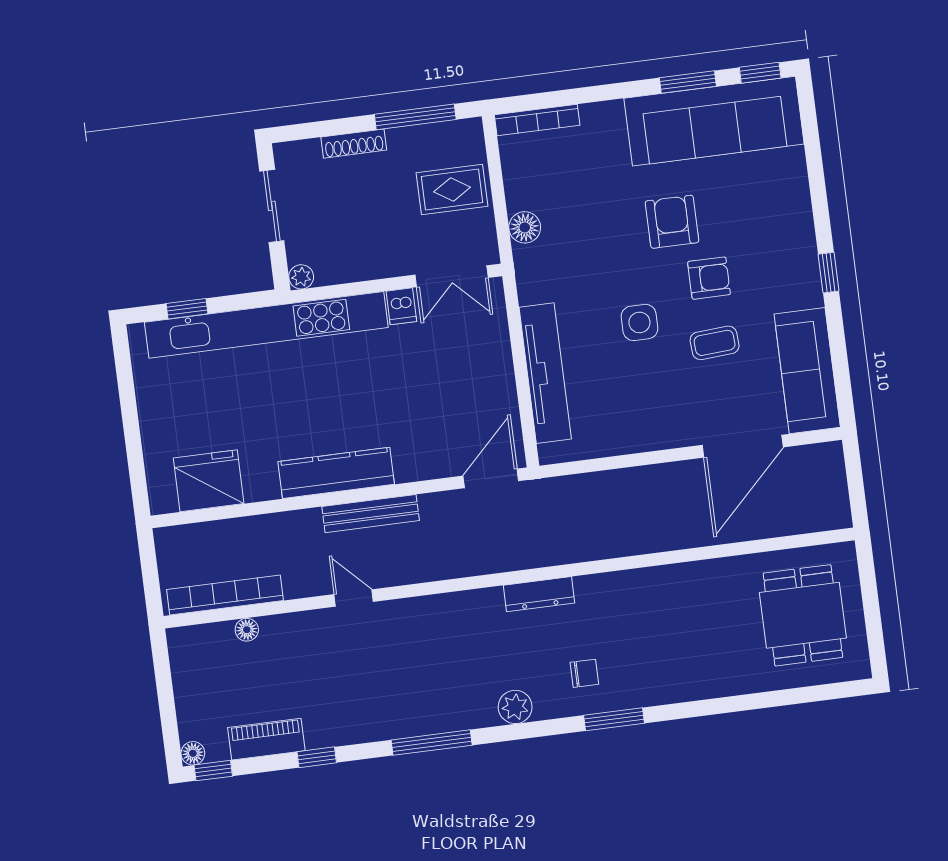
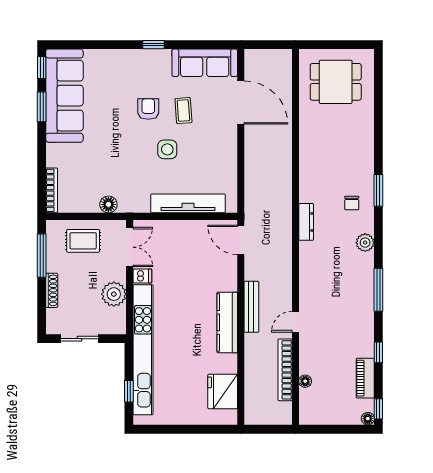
rug: (452, 190) -> (83, 241), turned 90
armchair: (672, 222) -> (116, 125), removed
plant: (301, 277) -> (114, 294), moved, width x1.88, depth x1.88
bookcase: (225, 595) -> (285, 370), moved
chair: (584, 673) -> (352, 203), turned 180

